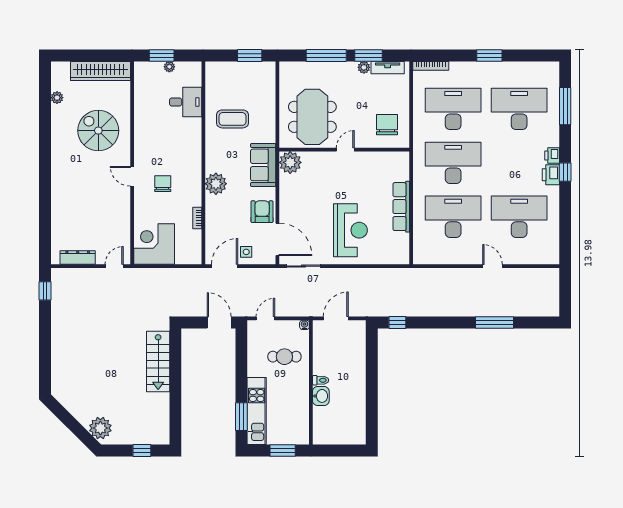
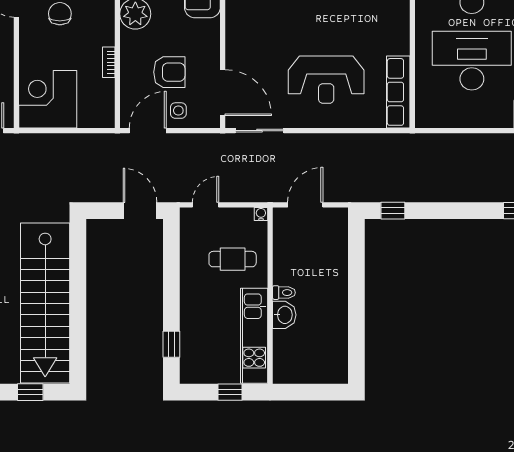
row of seats: (401, 207) -> (398, 92), moved
armchair: (262, 212) -> (169, 72), moved, turned 90
reception desk: (350, 230) -> (326, 80), turned 90
stairs: (158, 362) -> (45, 303), width x1.86, depth x1.51
kitchen unit: (257, 411) -> (254, 336), moved, turned 180
window: (241, 417) -> (171, 344), width x0.67
window: (283, 450) -> (230, 392), width x0.67

